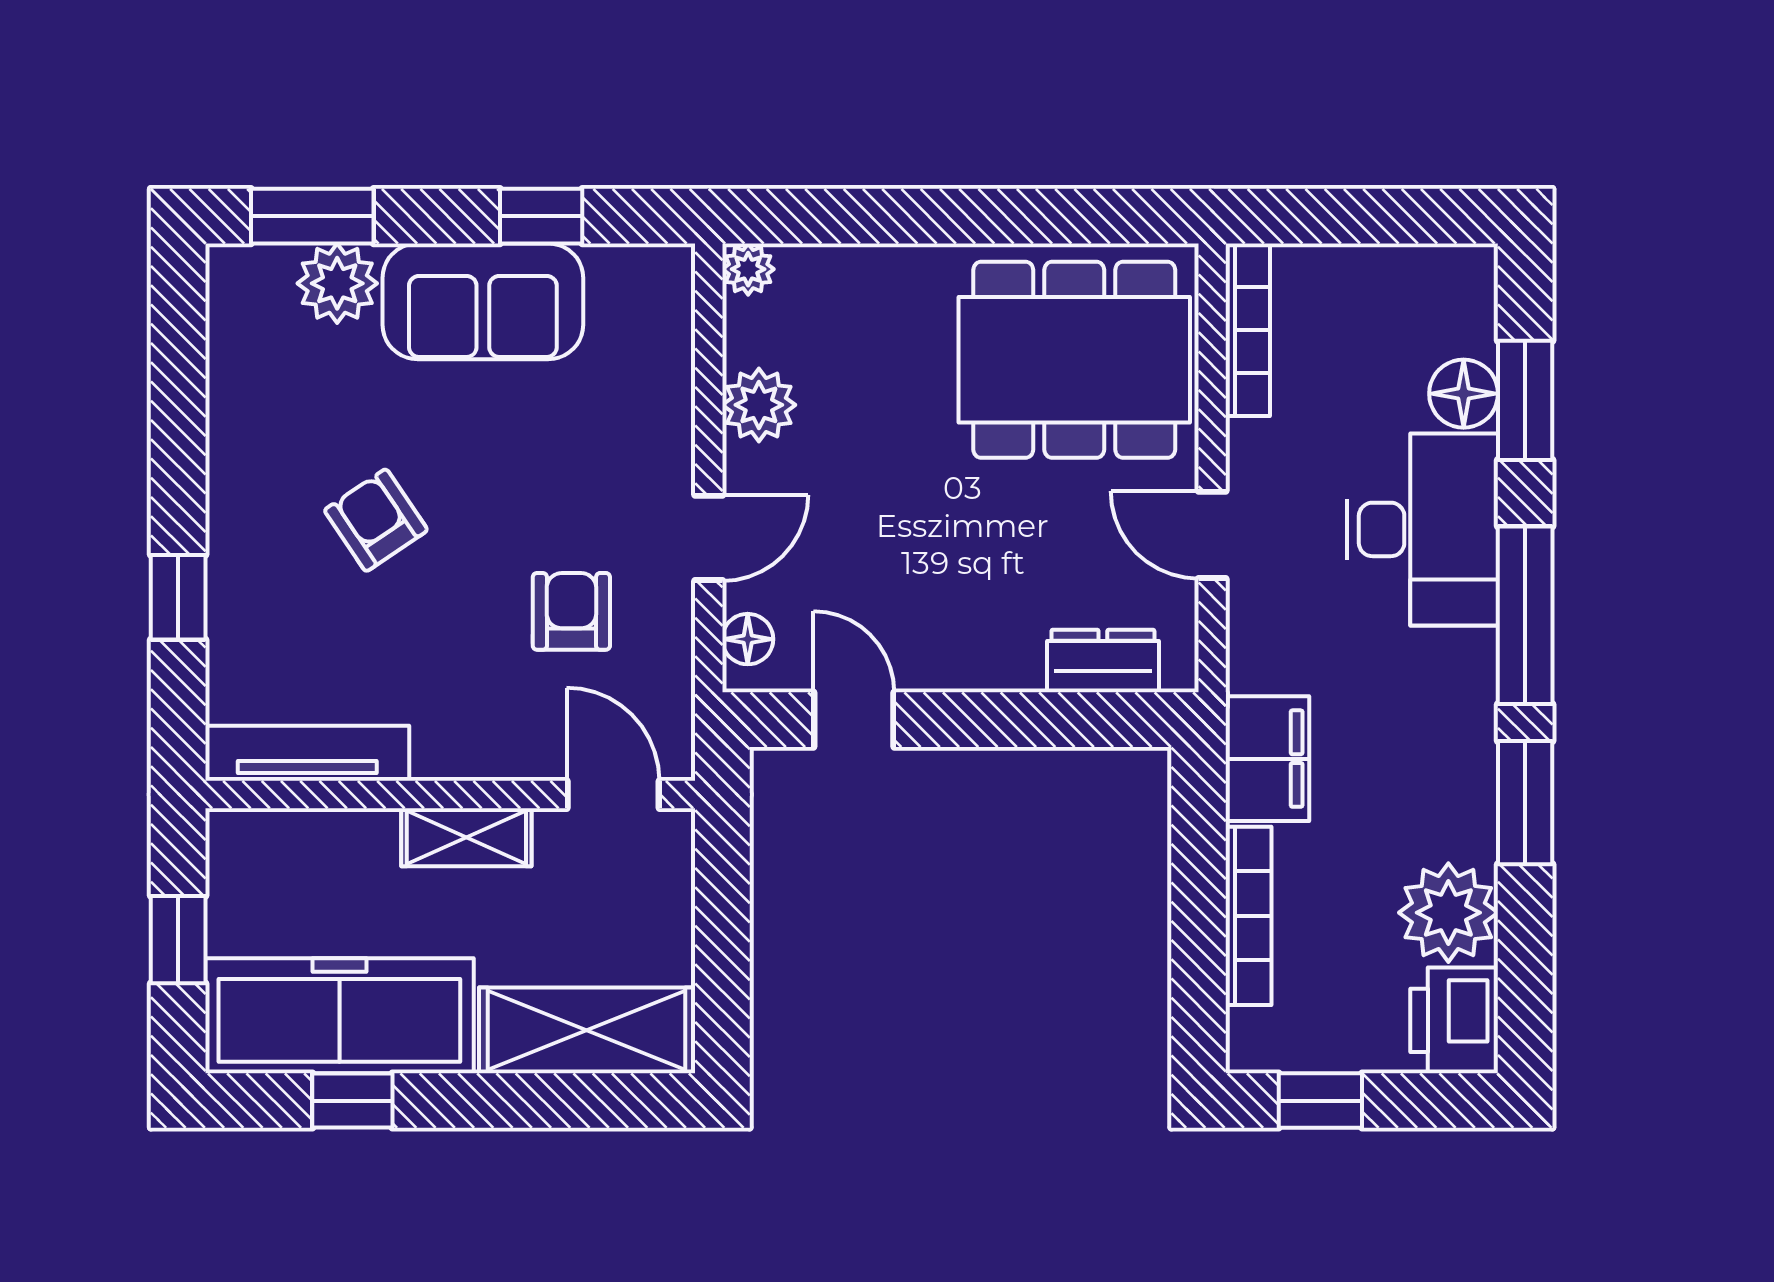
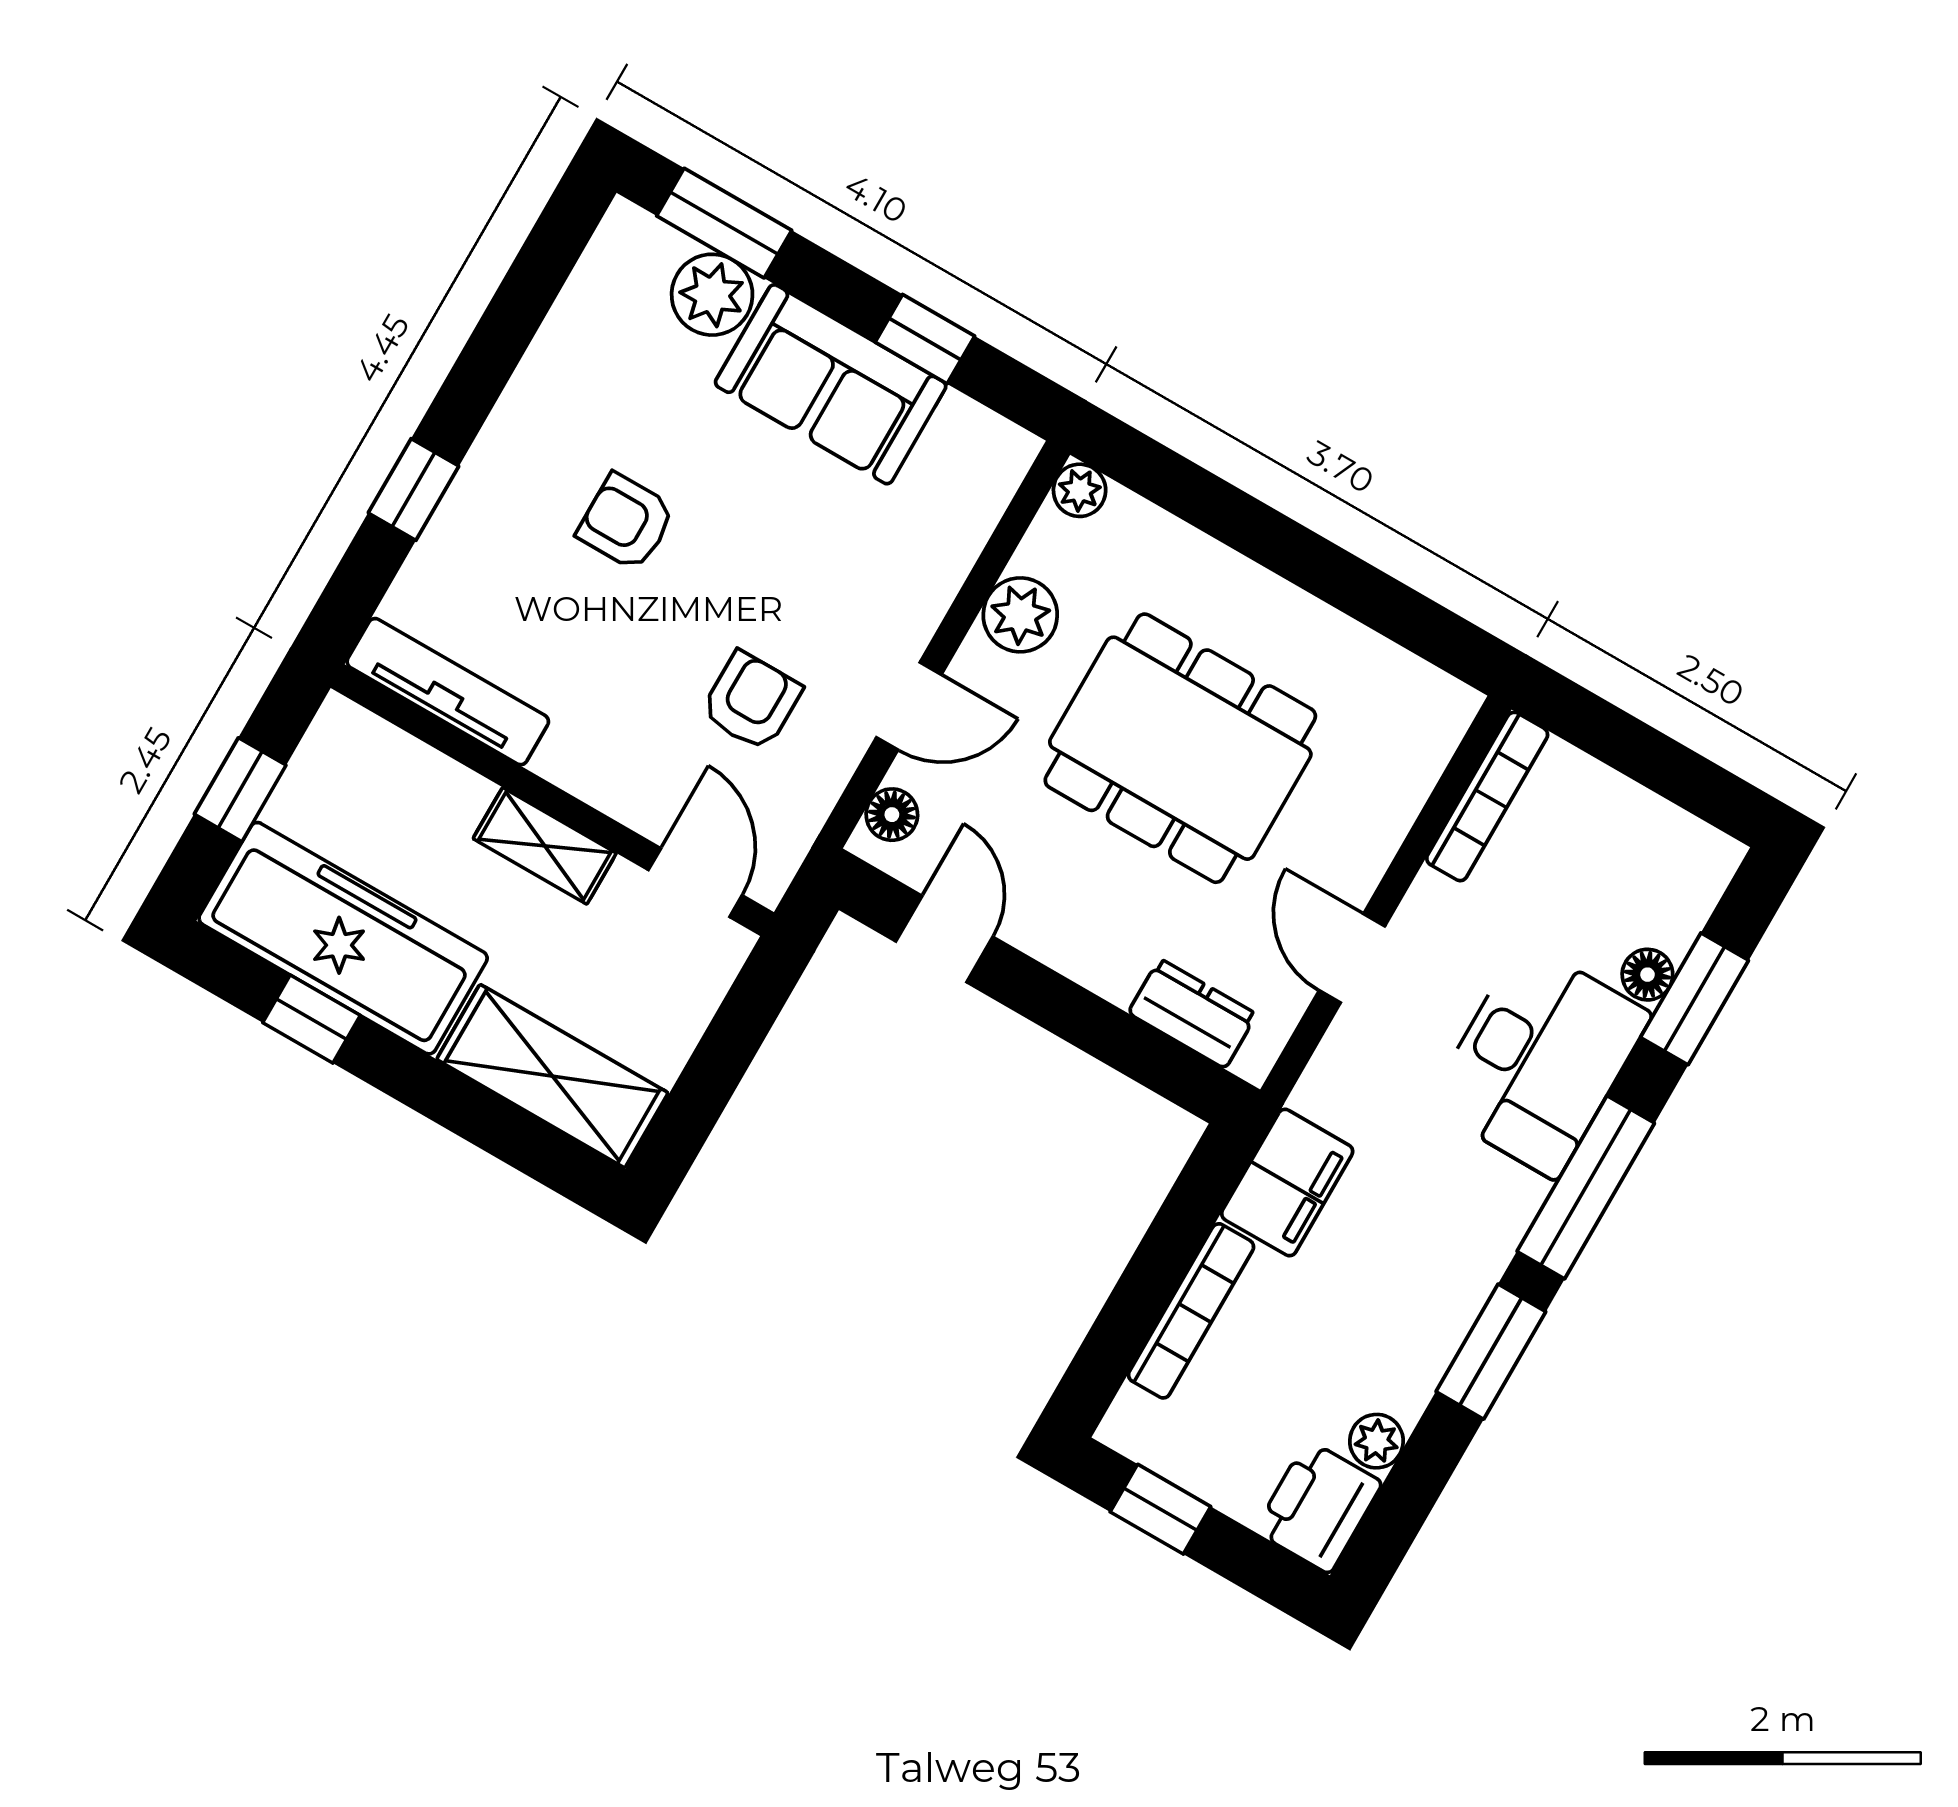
dining table: (1074, 360) -> (1180, 748), moved
floor lamp: (1464, 394) -> (1647, 975), width x0.73, depth x0.73
armchair: (376, 520) -> (626, 522), turned -56
plant: (1448, 913) -> (1376, 1441), width x0.53, depth x0.53

